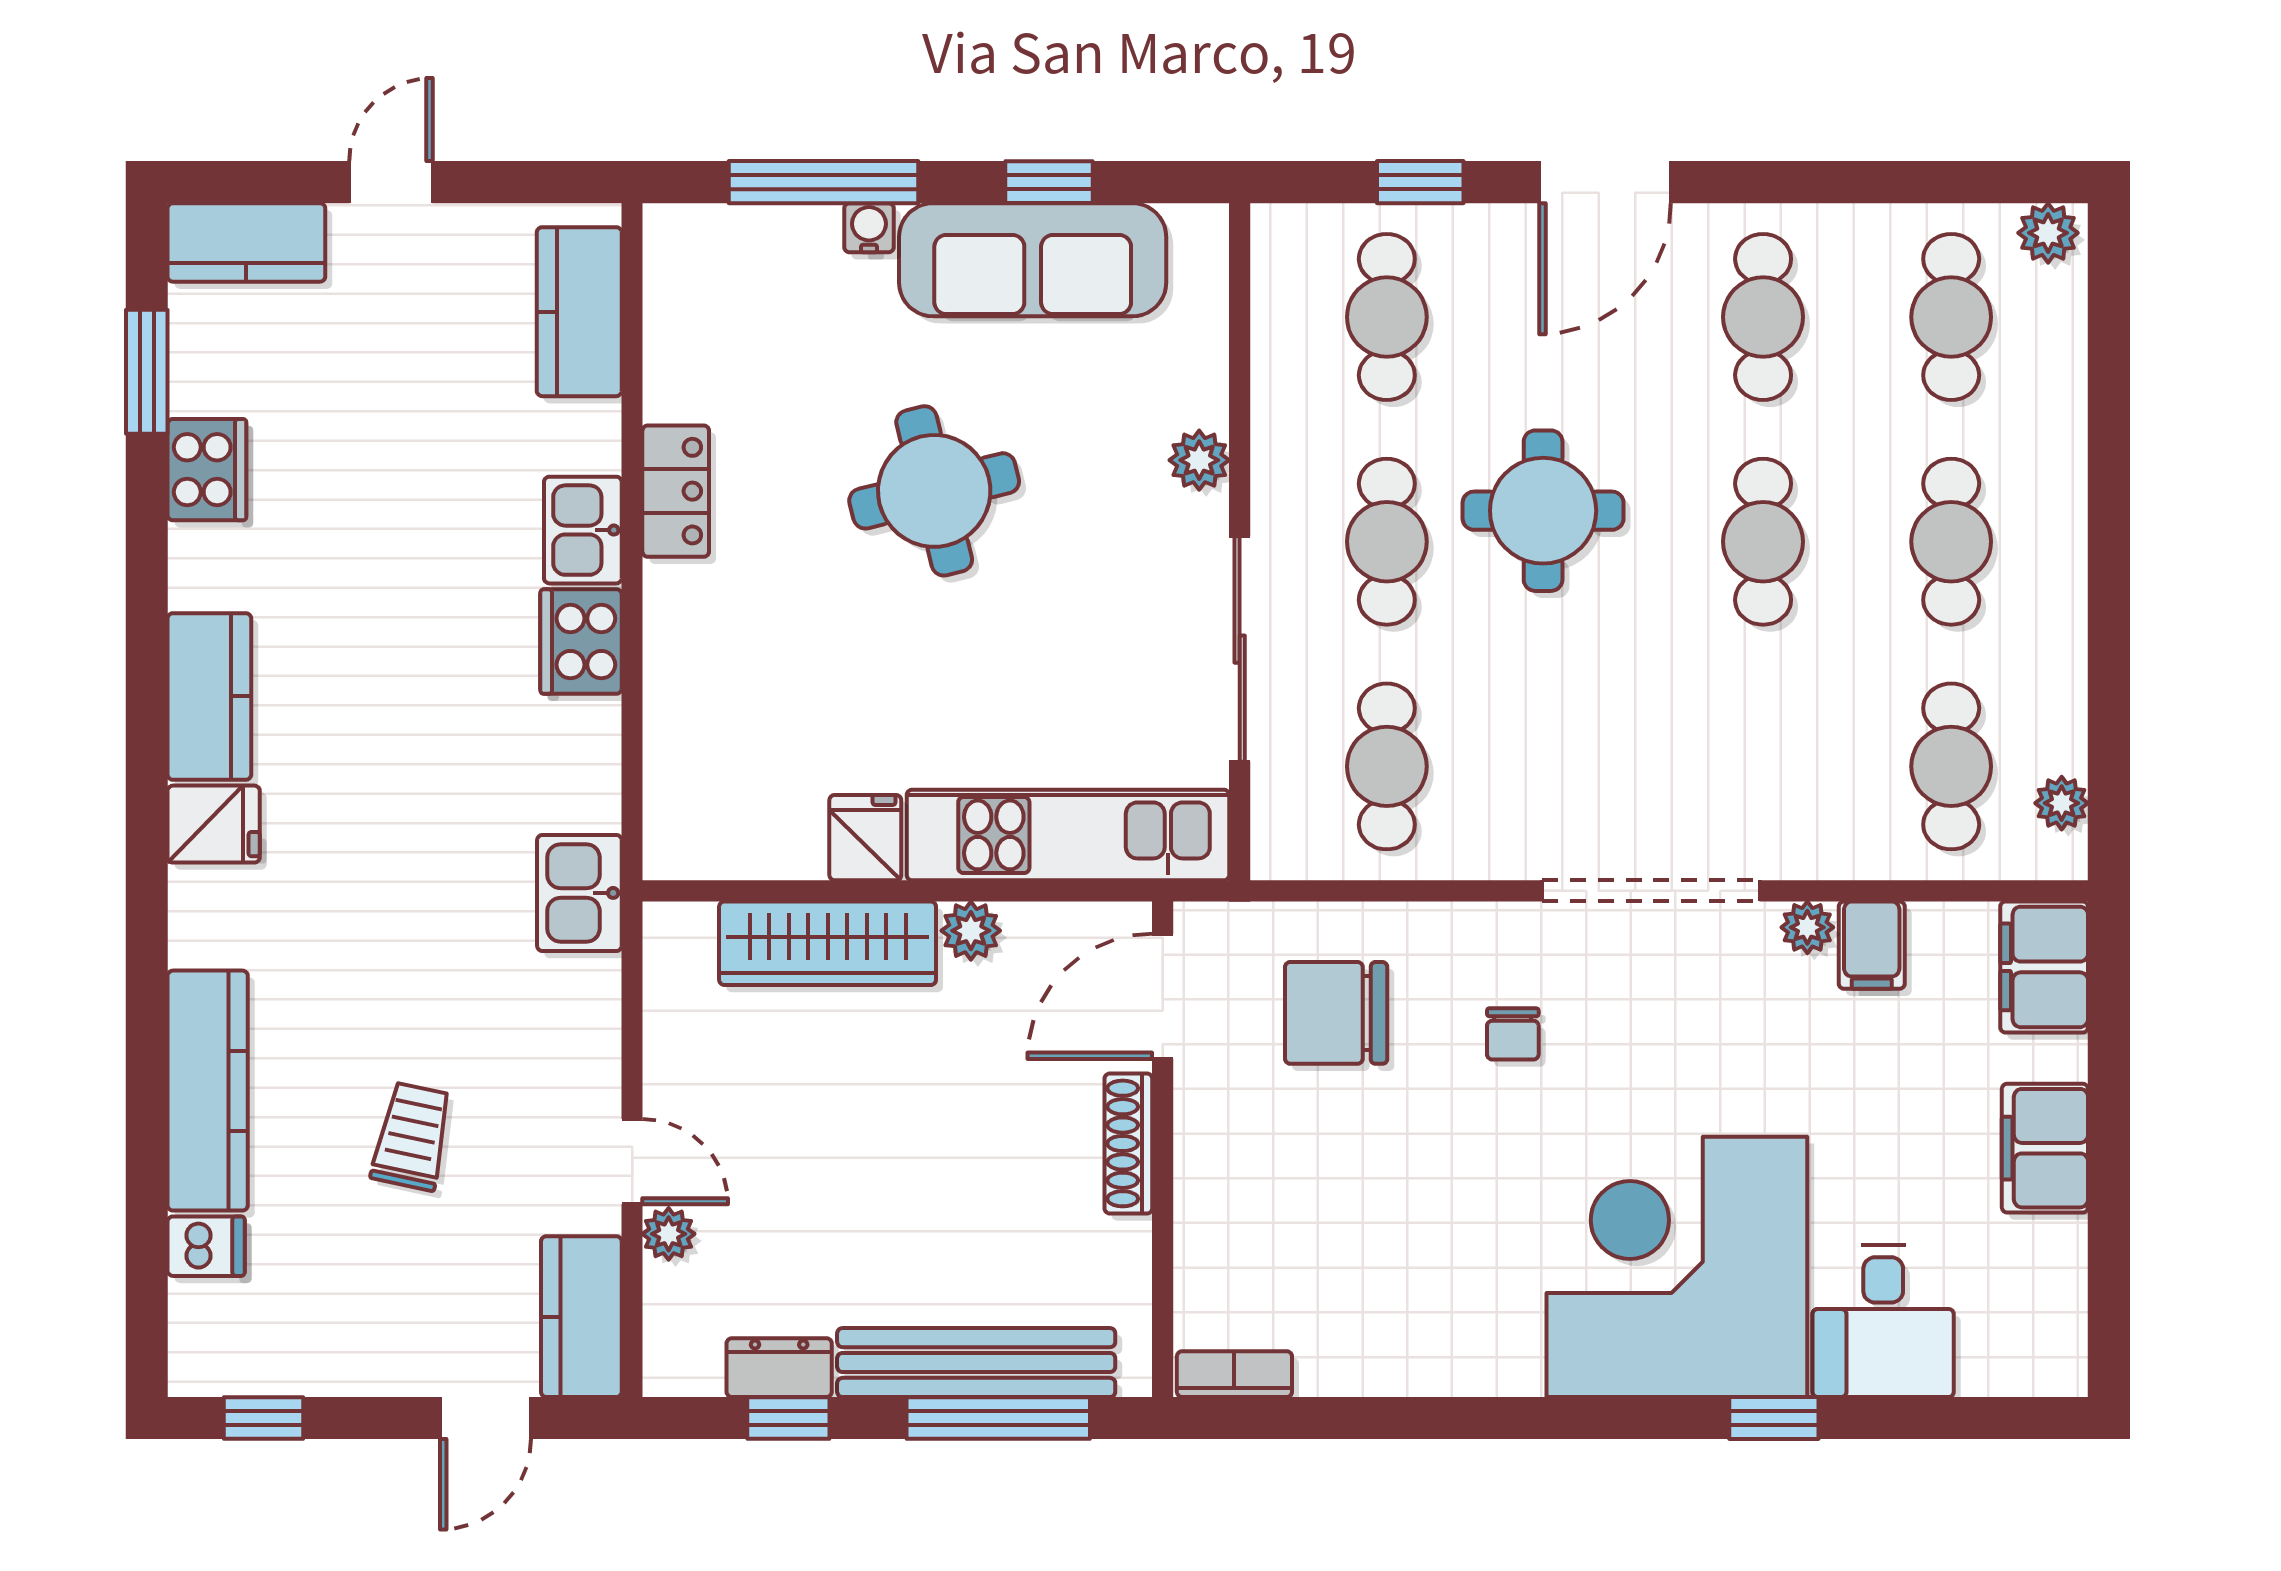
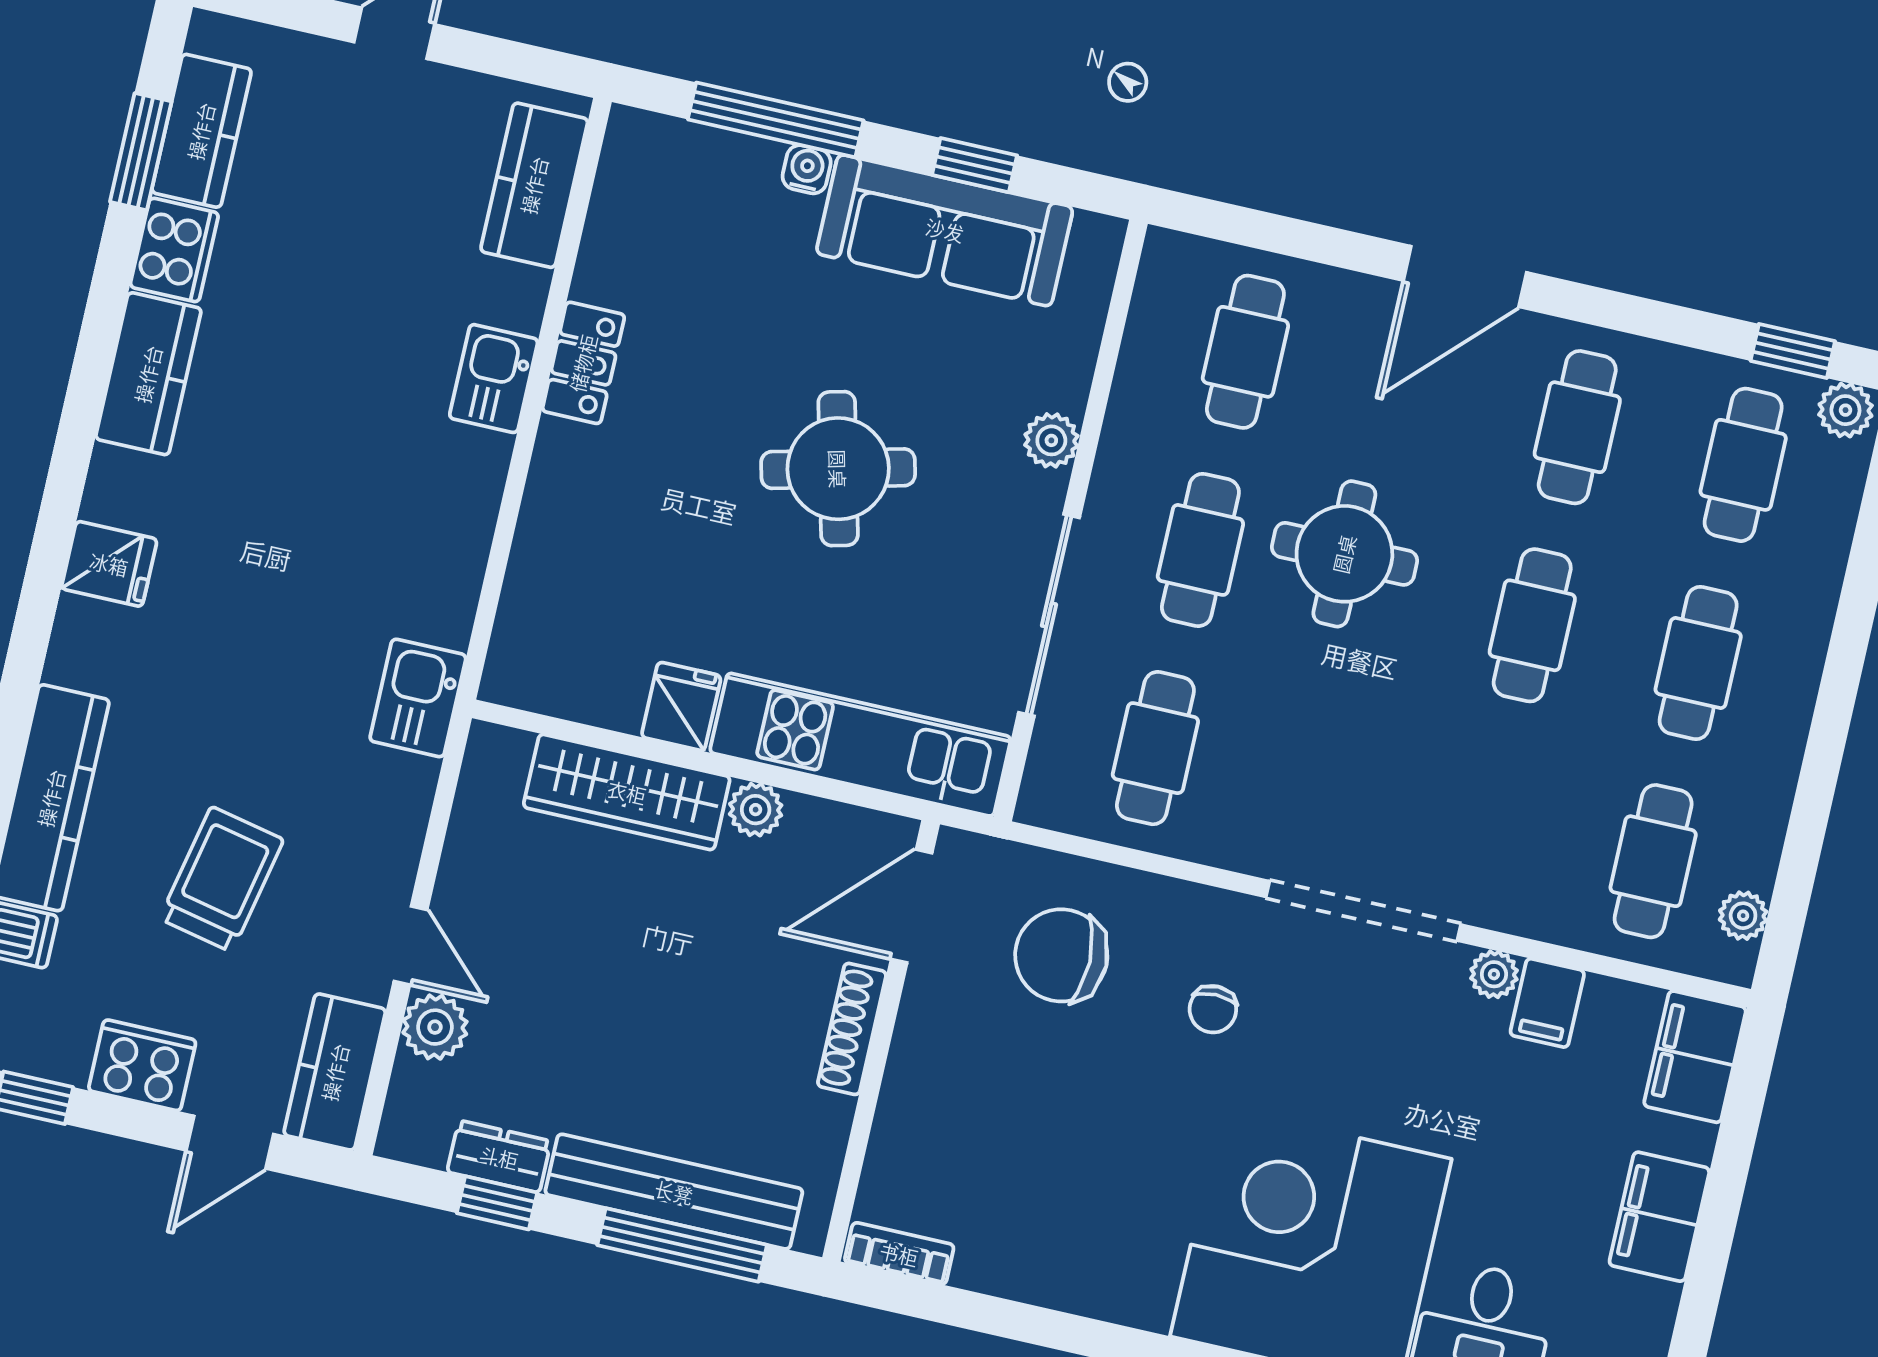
window: (1420, 182) -> (1793, 351), moved
kitchen counter: (246, 242) -> (201, 131), moved, turned -90
round table: (934, 491) -> (838, 469), moved
cooker: (581, 642) -> (142, 1065), moved, turned 90
kitchen counter: (209, 696) -> (148, 374), moved
trolley: (412, 1136) -> (222, 879), width x1.36, depth x1.39
plant: (669, 1234) -> (435, 1027), width x1.38, depth x1.38

